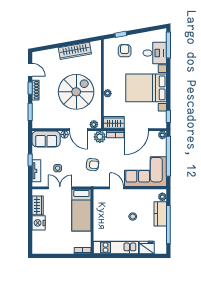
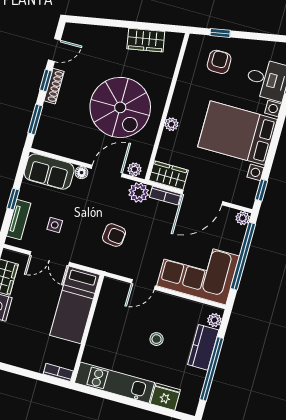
wardrobe: (75, 51) -> (146, 40), width x0.67
door: (30, 70) -> (54, 50), hinge flipped
spiral stairs: (76, 92) -> (120, 107), turned 90
door: (79, 130) -> (107, 171), swing flipped
double door: (60, 188) -> (50, 258), swing flipped
door: (117, 188) -> (143, 284), swing flipped

